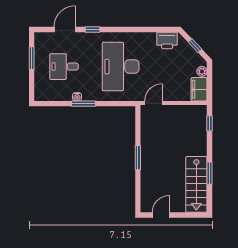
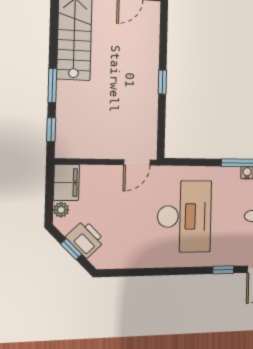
printer: (167, 40) -> (85, 239), moved, turned 46
window: (138, 158) -> (162, 82), width x0.67
window: (209, 173) -> (52, 85), moved

